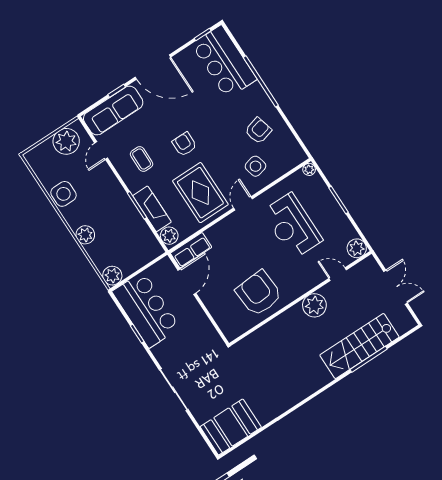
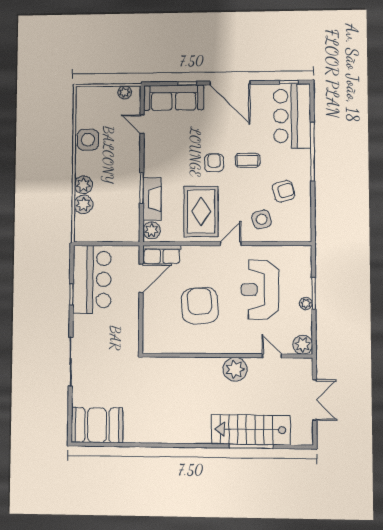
plant: (66, 141) -> (125, 92), width x0.53, depth x0.53
door: (101, 151) -> (142, 124), hinge flipped
coffee table: (142, 159) -> (248, 160), moved, turned 90
plant: (309, 169) -> (306, 304), moved
plant: (112, 276) -> (83, 204), moved
armchair: (259, 293) -> (200, 306), moved

